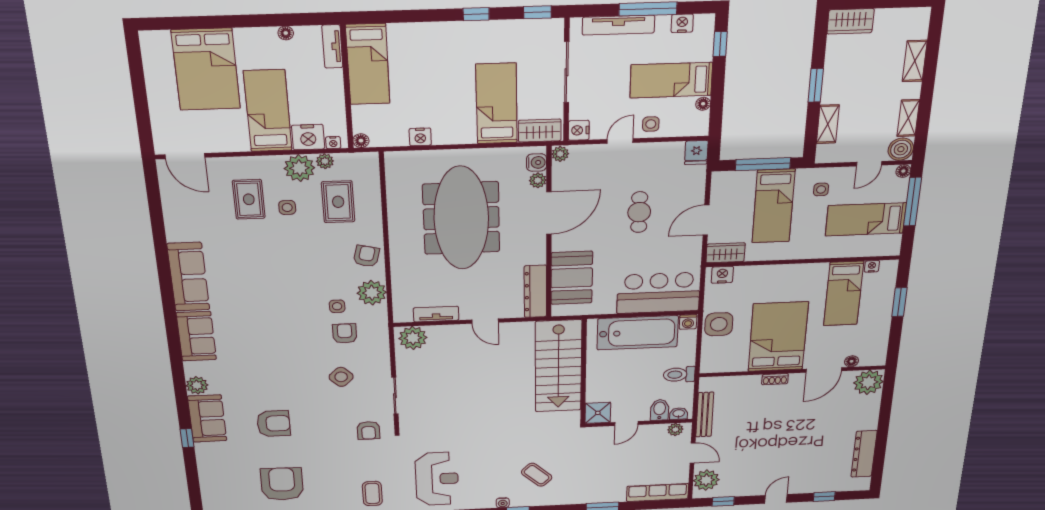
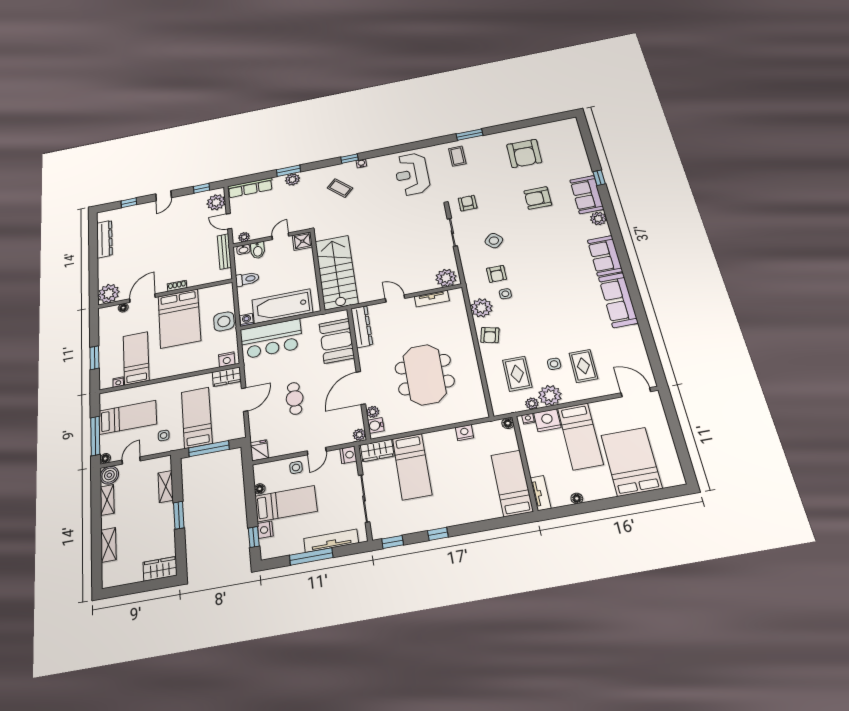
nightstand: (682, 23) -> (265, 530), moved, turned 90
meeting table: (461, 218) -> (425, 375), width x0.73
plant: (599, 495) -> (292, 179), added

